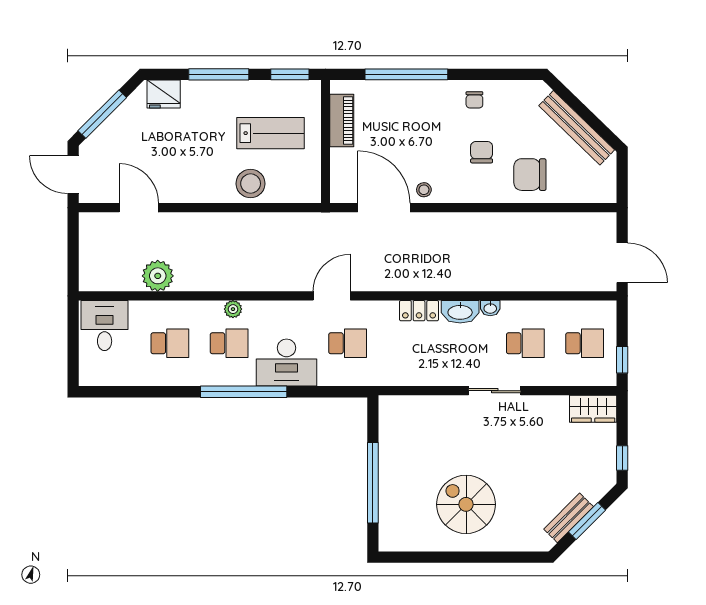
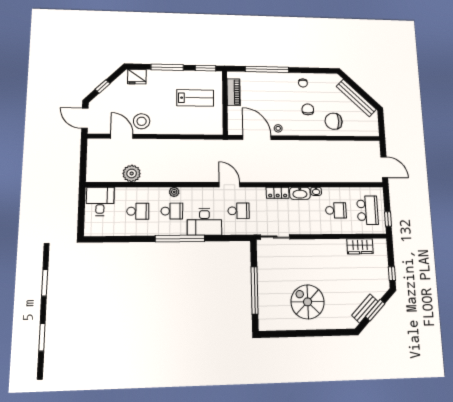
window: (102, 114) -> (103, 86), width x0.46
stool: (251, 184) -> (142, 121), moved
door: (332, 296) -> (229, 185), hinge flipped
school desk: (585, 343) -> (367, 210), width x1.85
sliding door: (495, 391) -> (275, 237), moved
wardrobe: (593, 409) -> (360, 246), moved

